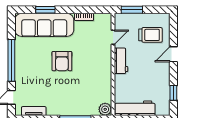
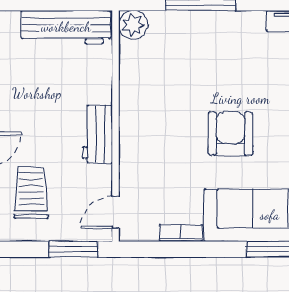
trolley: (150, 35) -> (31, 193), turned 90
door: (113, 37) -> (116, 212), moved

